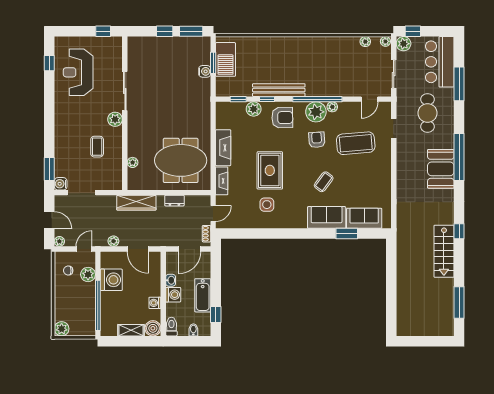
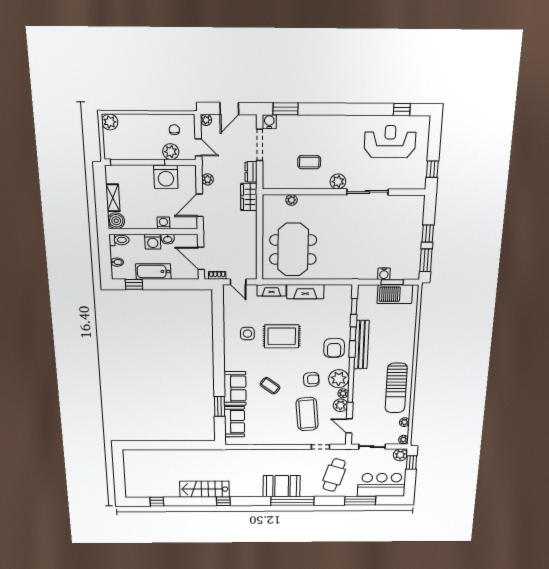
sun lounger: (326, 52) -> (396, 388), added
plant: (254, 109) -> (340, 405), moved
cafe table: (428, 113) -> (334, 475), turned -73
dresser: (174, 201) -> (251, 172), moved
wardrobe: (136, 203) -> (249, 197), width x0.67
window: (459, 302) -> (157, 502), width x0.46
washing machine: (155, 303) -> (164, 223), moved

